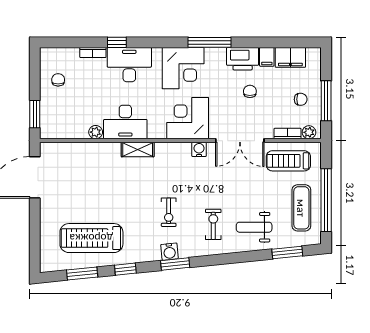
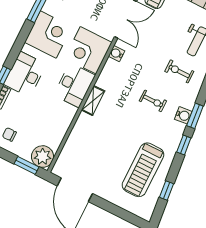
desk: (125, 122) -> (74, 85), moved
plant: (96, 132) -> (43, 157), moved, width x1.87, depth x1.87
window: (125, 269) -> (184, 145), moved
window: (82, 274) -> (167, 191), width x0.67

